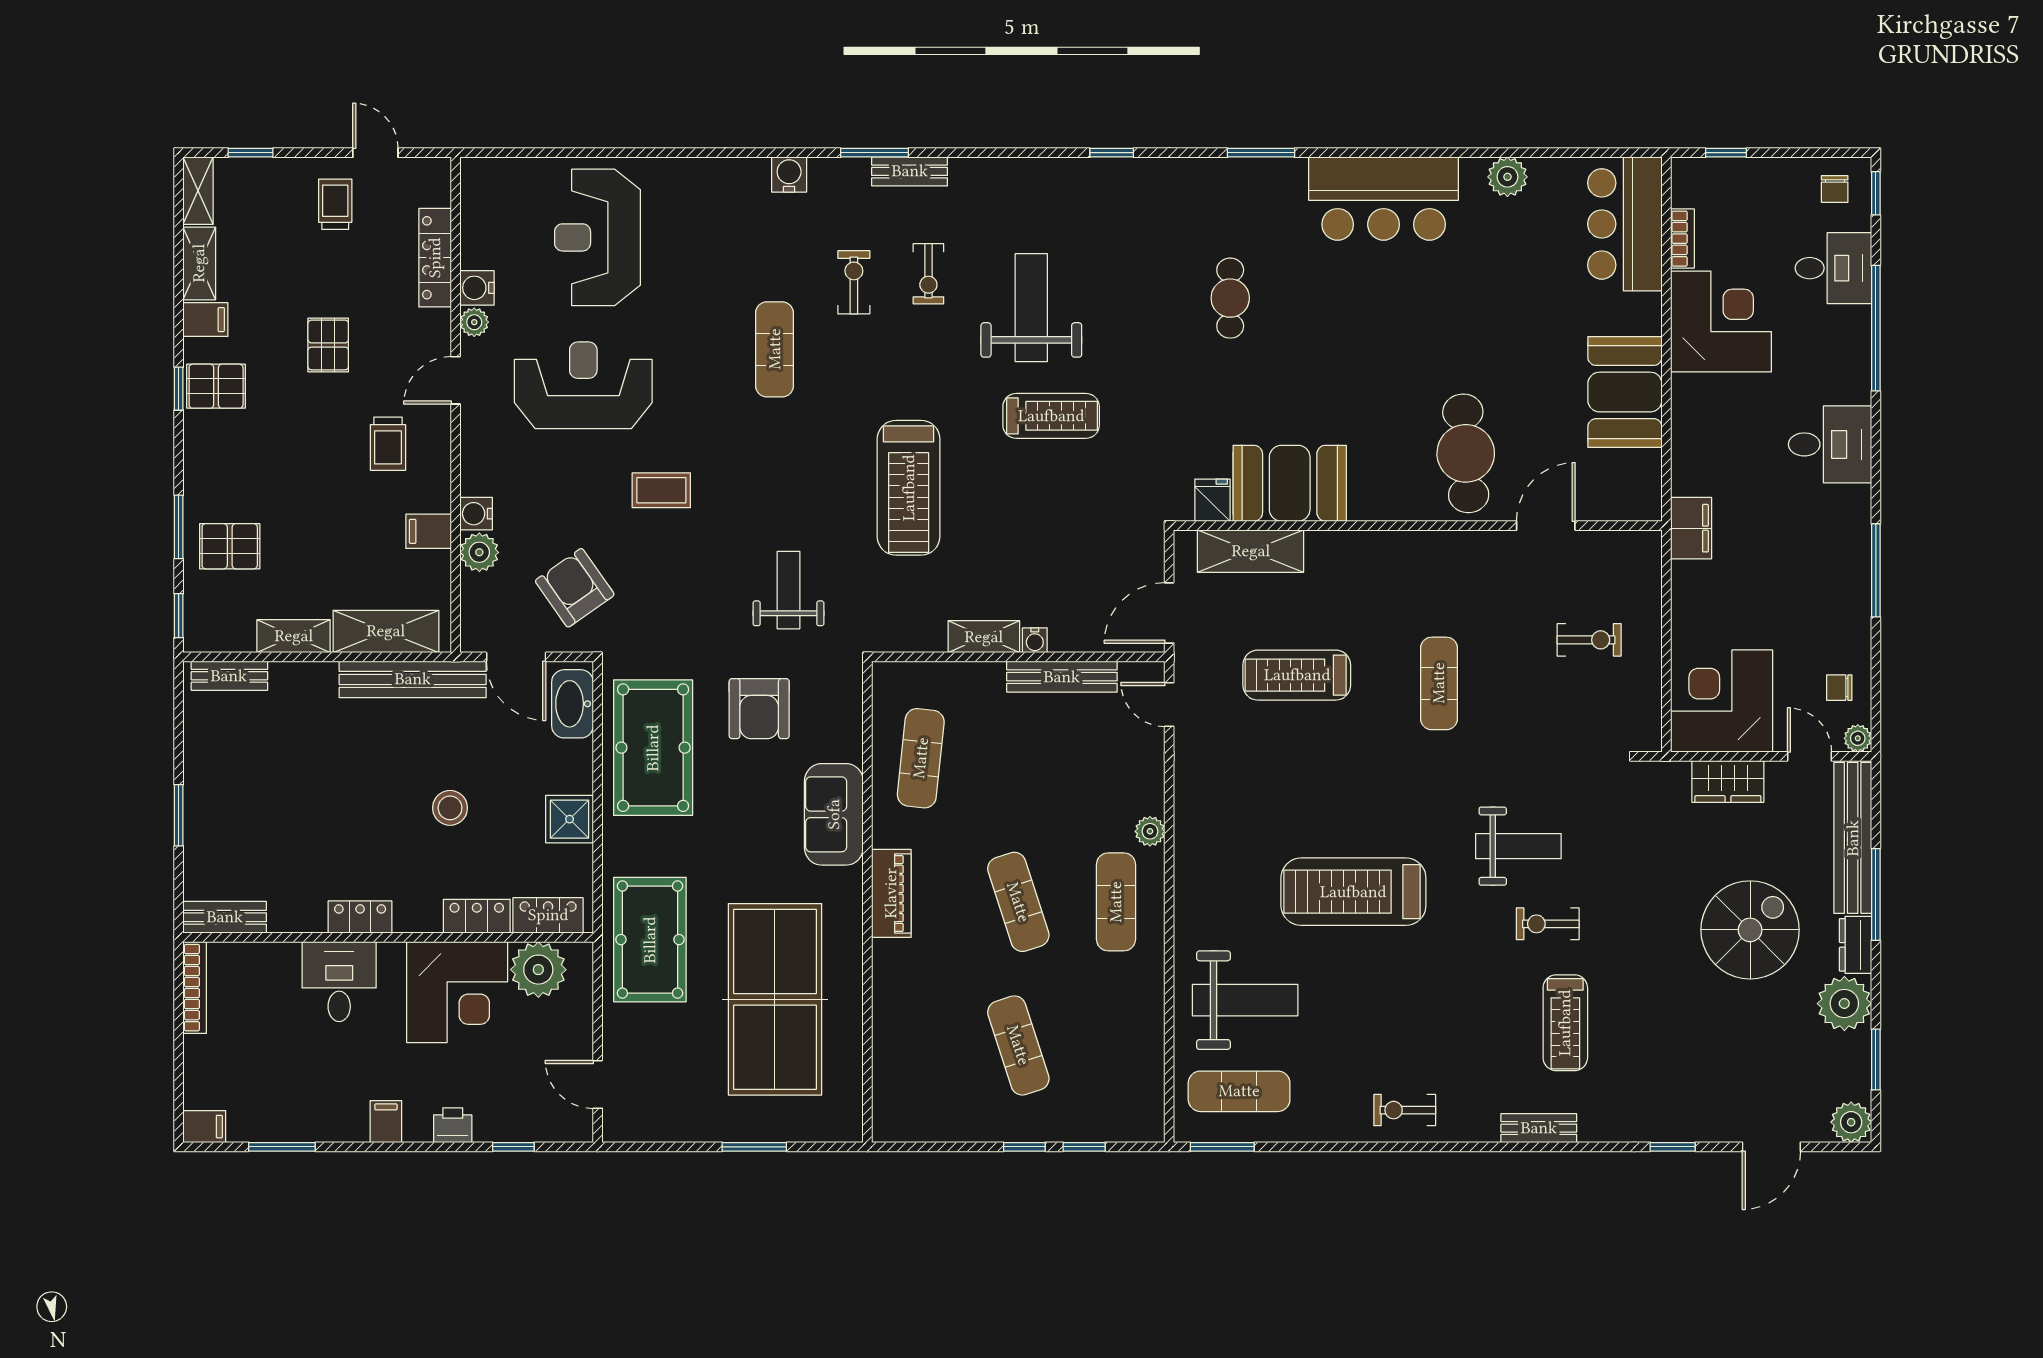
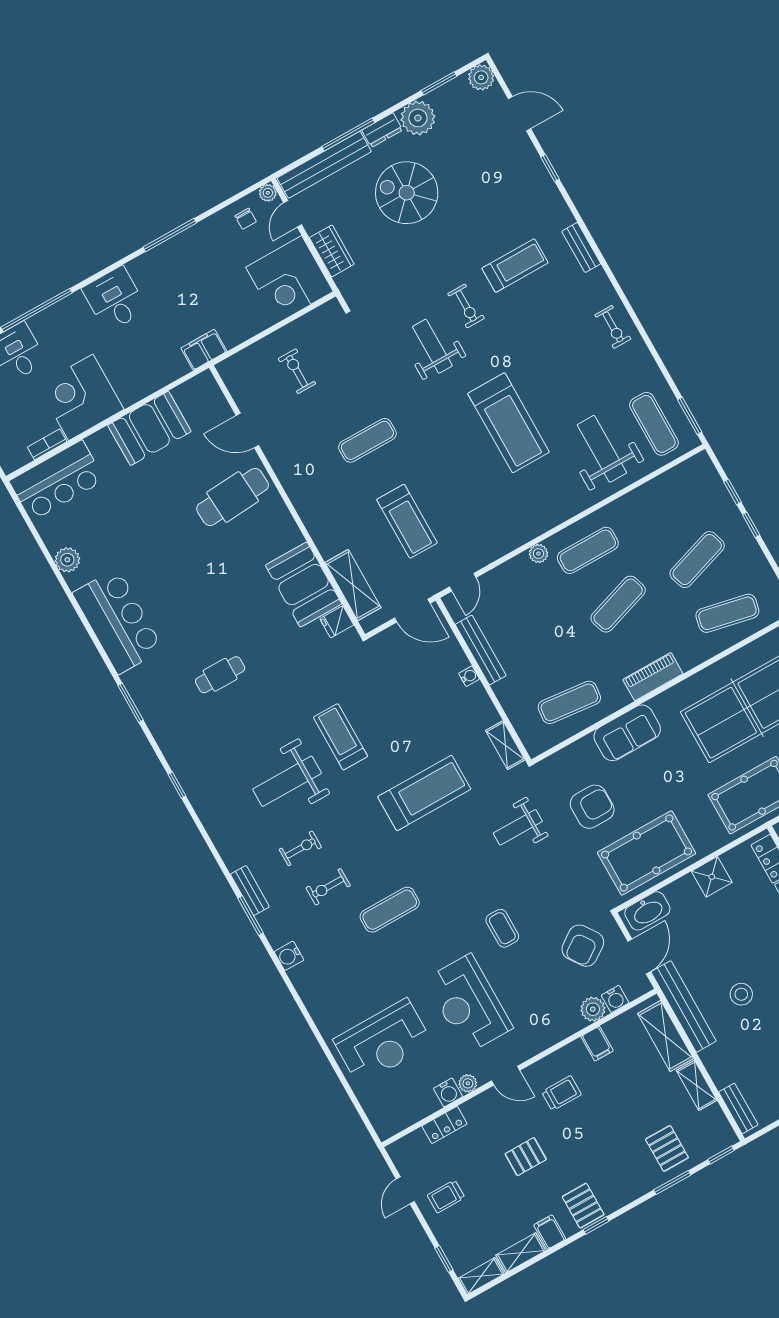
locker: (435, 258) -> (444, 1125), width x0.66
water cooler: (476, 514) -> (615, 999), moved
shelving: (984, 637) -> (505, 745), moved
stool: (450, 808) -> (741, 994), moved
exercise mat: (921, 1045) -> (727, 613), added

